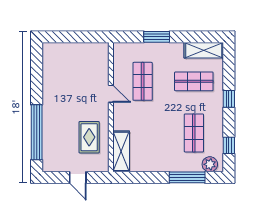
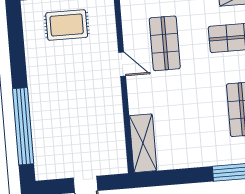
rug: (89, 137) -> (67, 25), moved, turned 90

